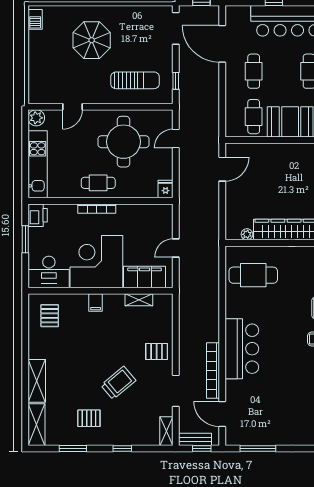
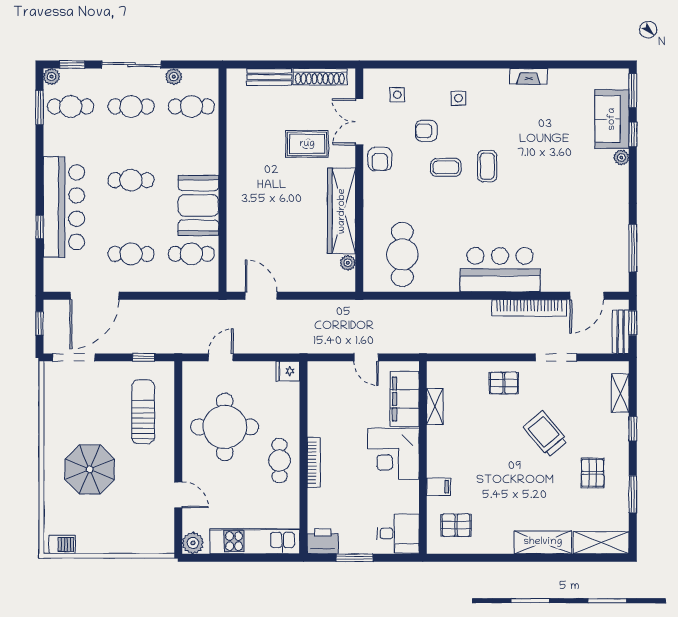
door: (176, 139) -> (221, 357), swing flipped
corner desk: (96, 262) -> (393, 454), width x0.74, depth x0.74
desk: (49, 272) -> (398, 533), width x0.73
filing cabinet: (96, 302) -> (439, 487), moved
pallet: (157, 352) -> (504, 383), turned 90
shelving: (166, 431) -> (620, 393), moved, turned 90

